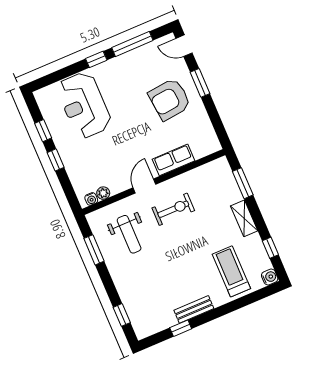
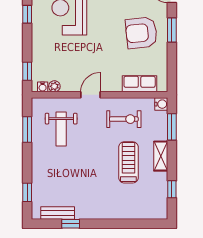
window: (56, 160) -> (27, 71), moved
row of seats: (174, 160) -> (140, 84), moved
exercise bike: (173, 209) -> (124, 119), moved
treadmill: (231, 271) -> (128, 162), moved
water cooler: (270, 277) -> (161, 104), moved
bench: (194, 309) -> (58, 213), moved

